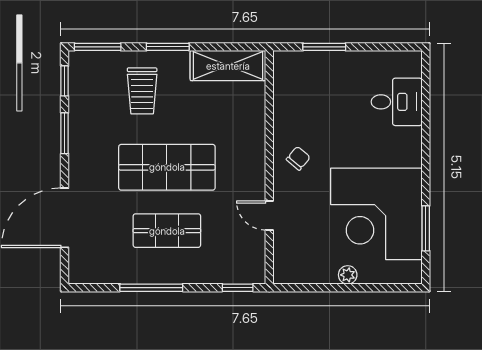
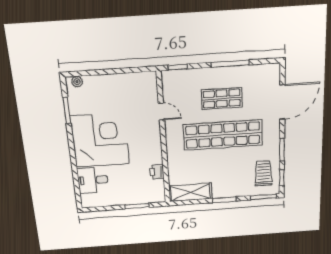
trolley: (142, 91) -> (264, 173), moved
printer: (285, 109) -> (157, 172), added
chair: (298, 158) -> (147, 145), removed
shop shelf: (167, 167) -> (223, 135), width x1.40
corner desk: (376, 214) -> (100, 140), moved
plant: (348, 275) -> (77, 82), moved

